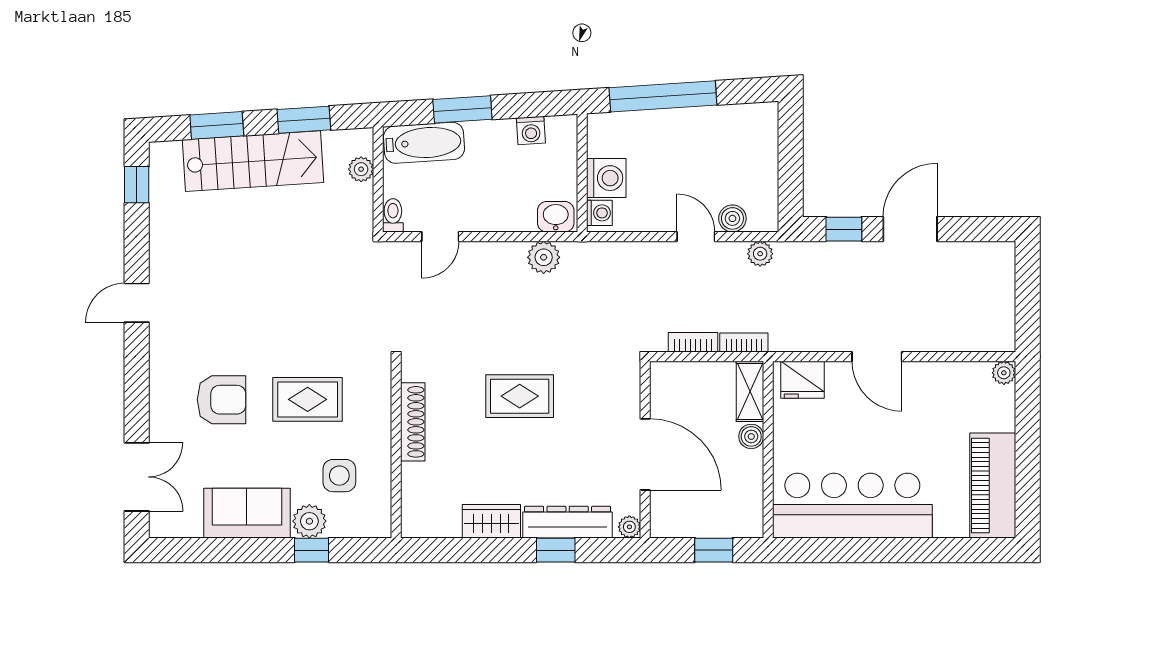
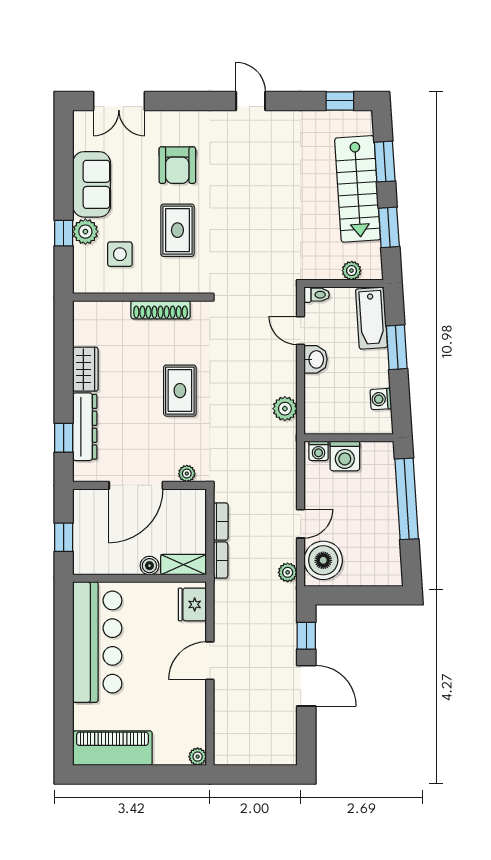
washbasin: (556, 217) -> (316, 359), moved
boiler: (732, 218) -> (323, 560), width x1.86, depth x1.86
plant: (629, 527) -> (187, 474), moved
window: (556, 550) -> (64, 438), moved

